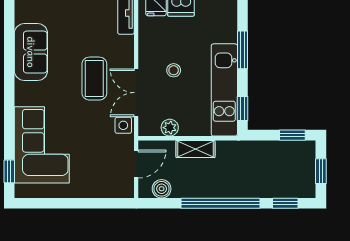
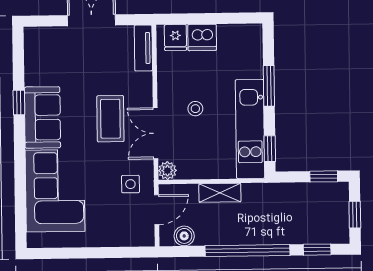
sofa: (31, 52) -> (42, 117), moved
side table: (123, 125) -> (130, 184), moved
plant: (170, 128) -> (167, 171), moved
window: (9, 171) -> (19, 103), moved

